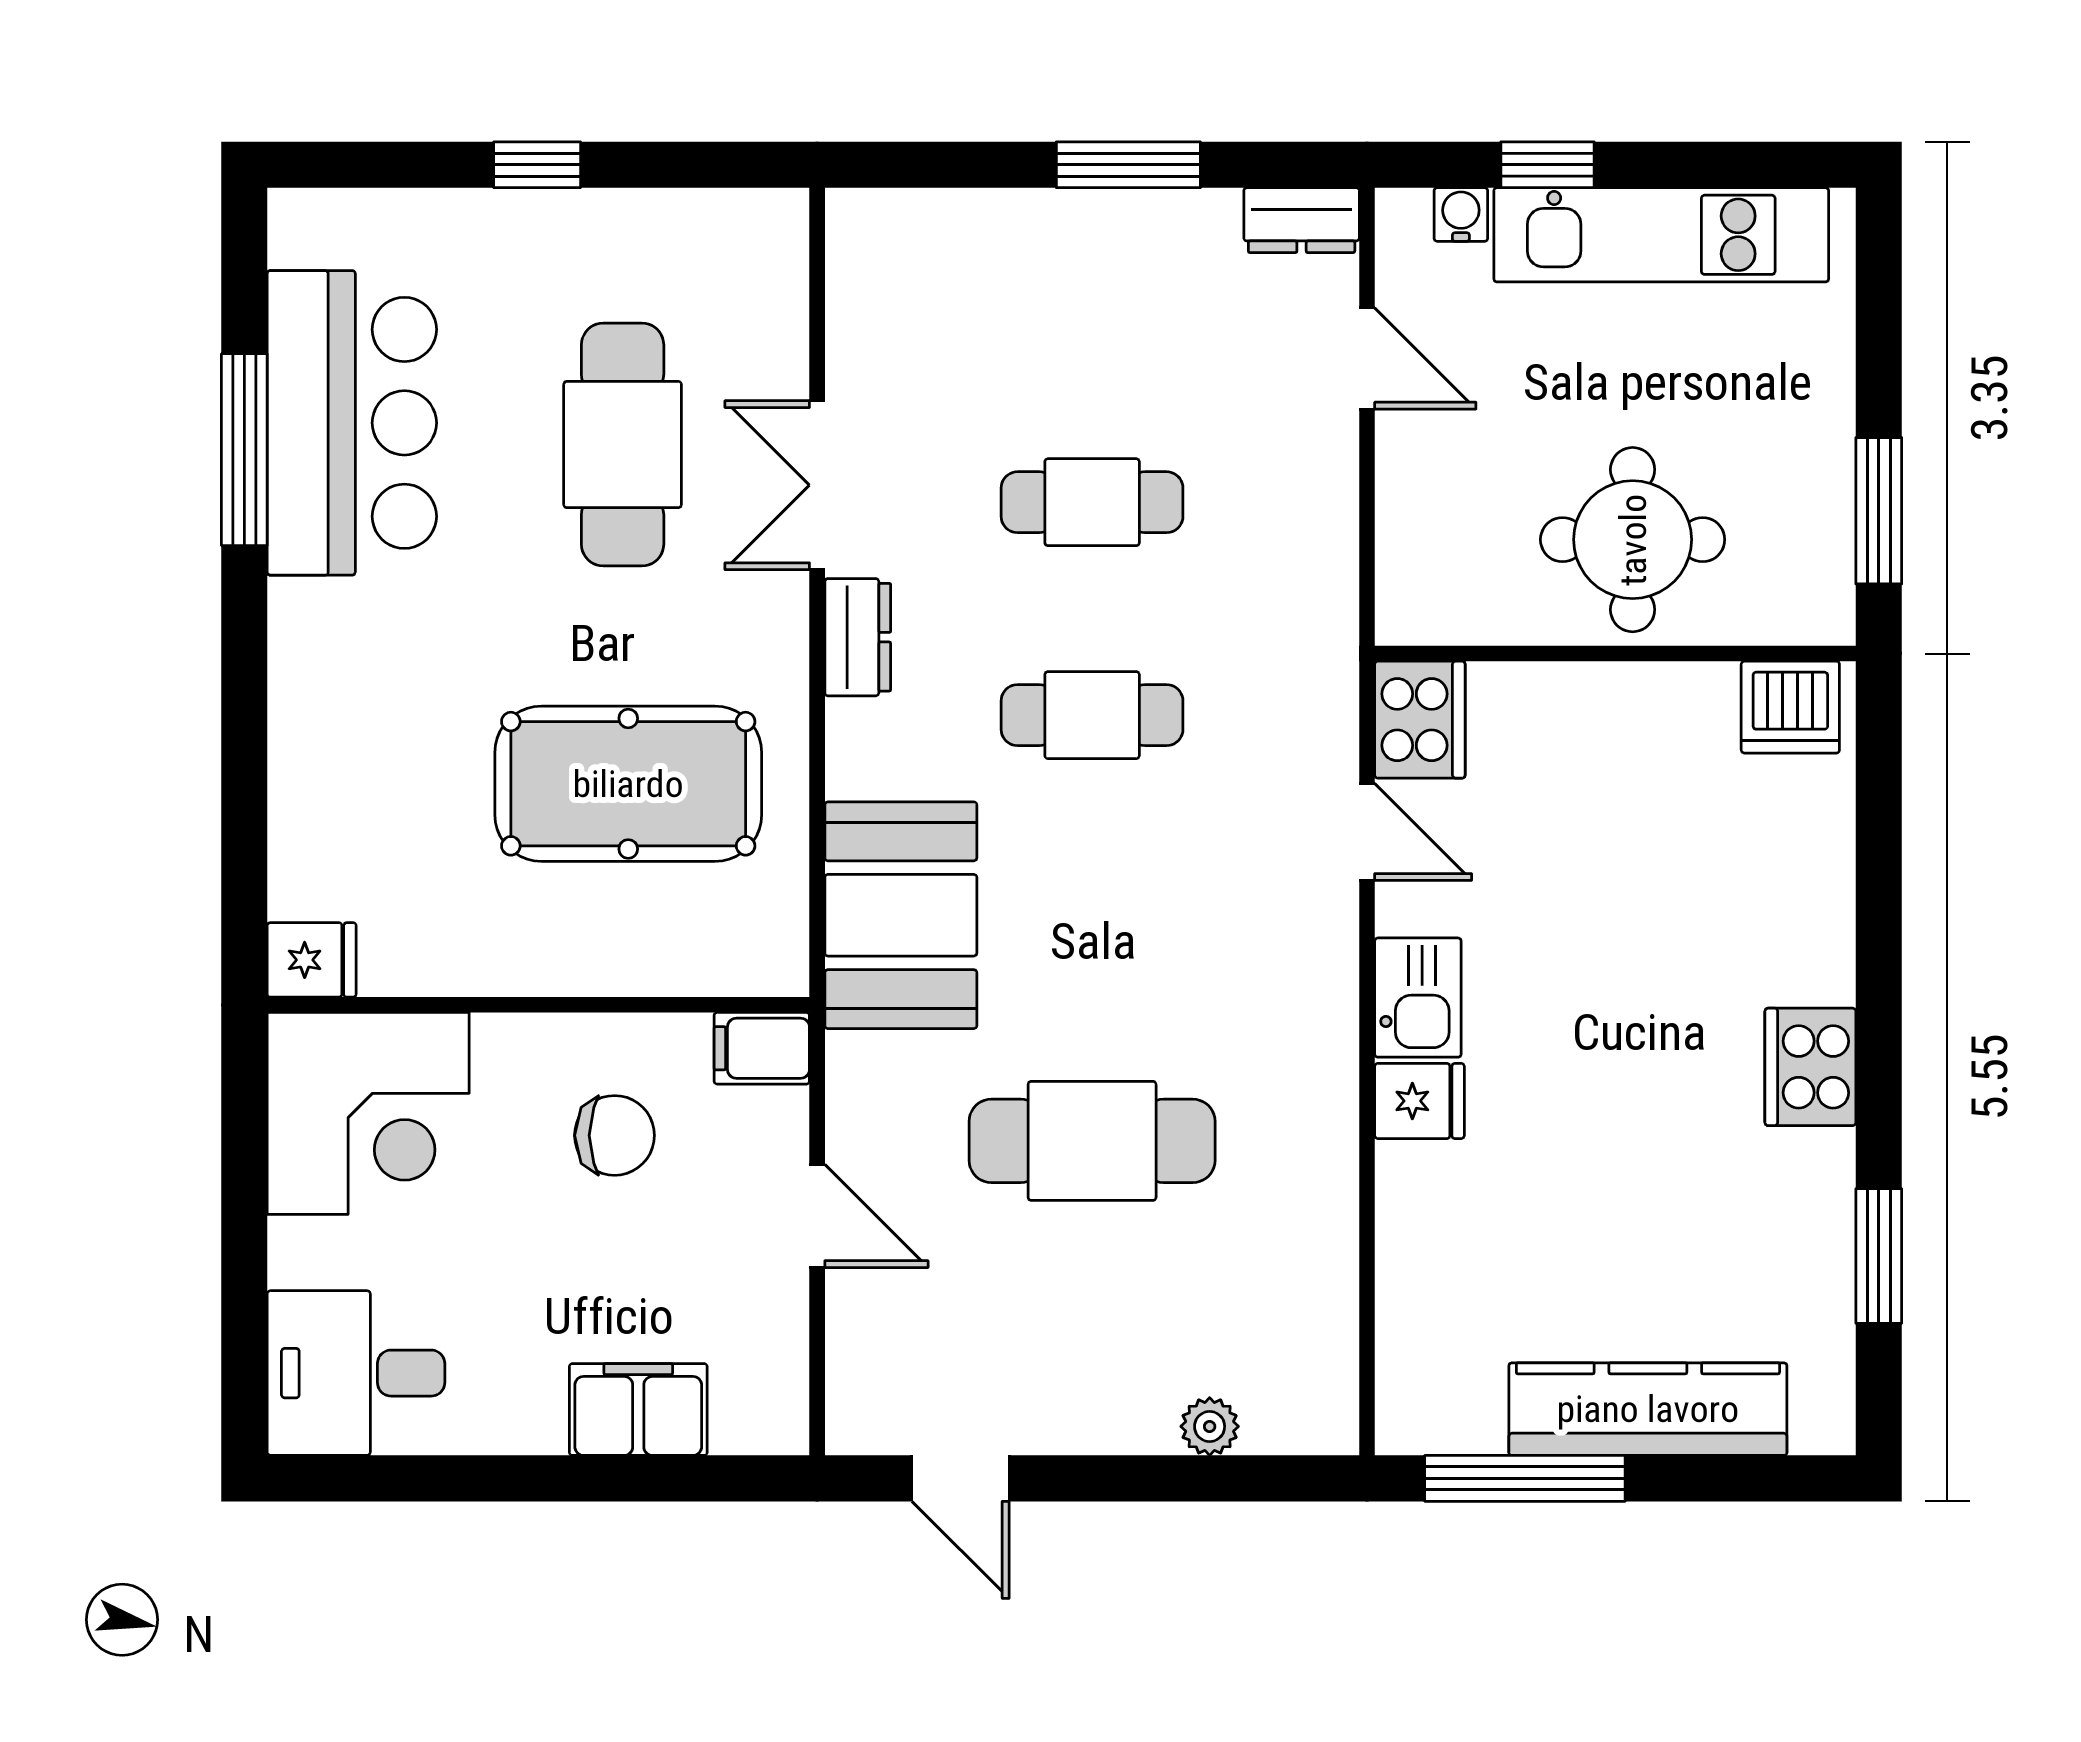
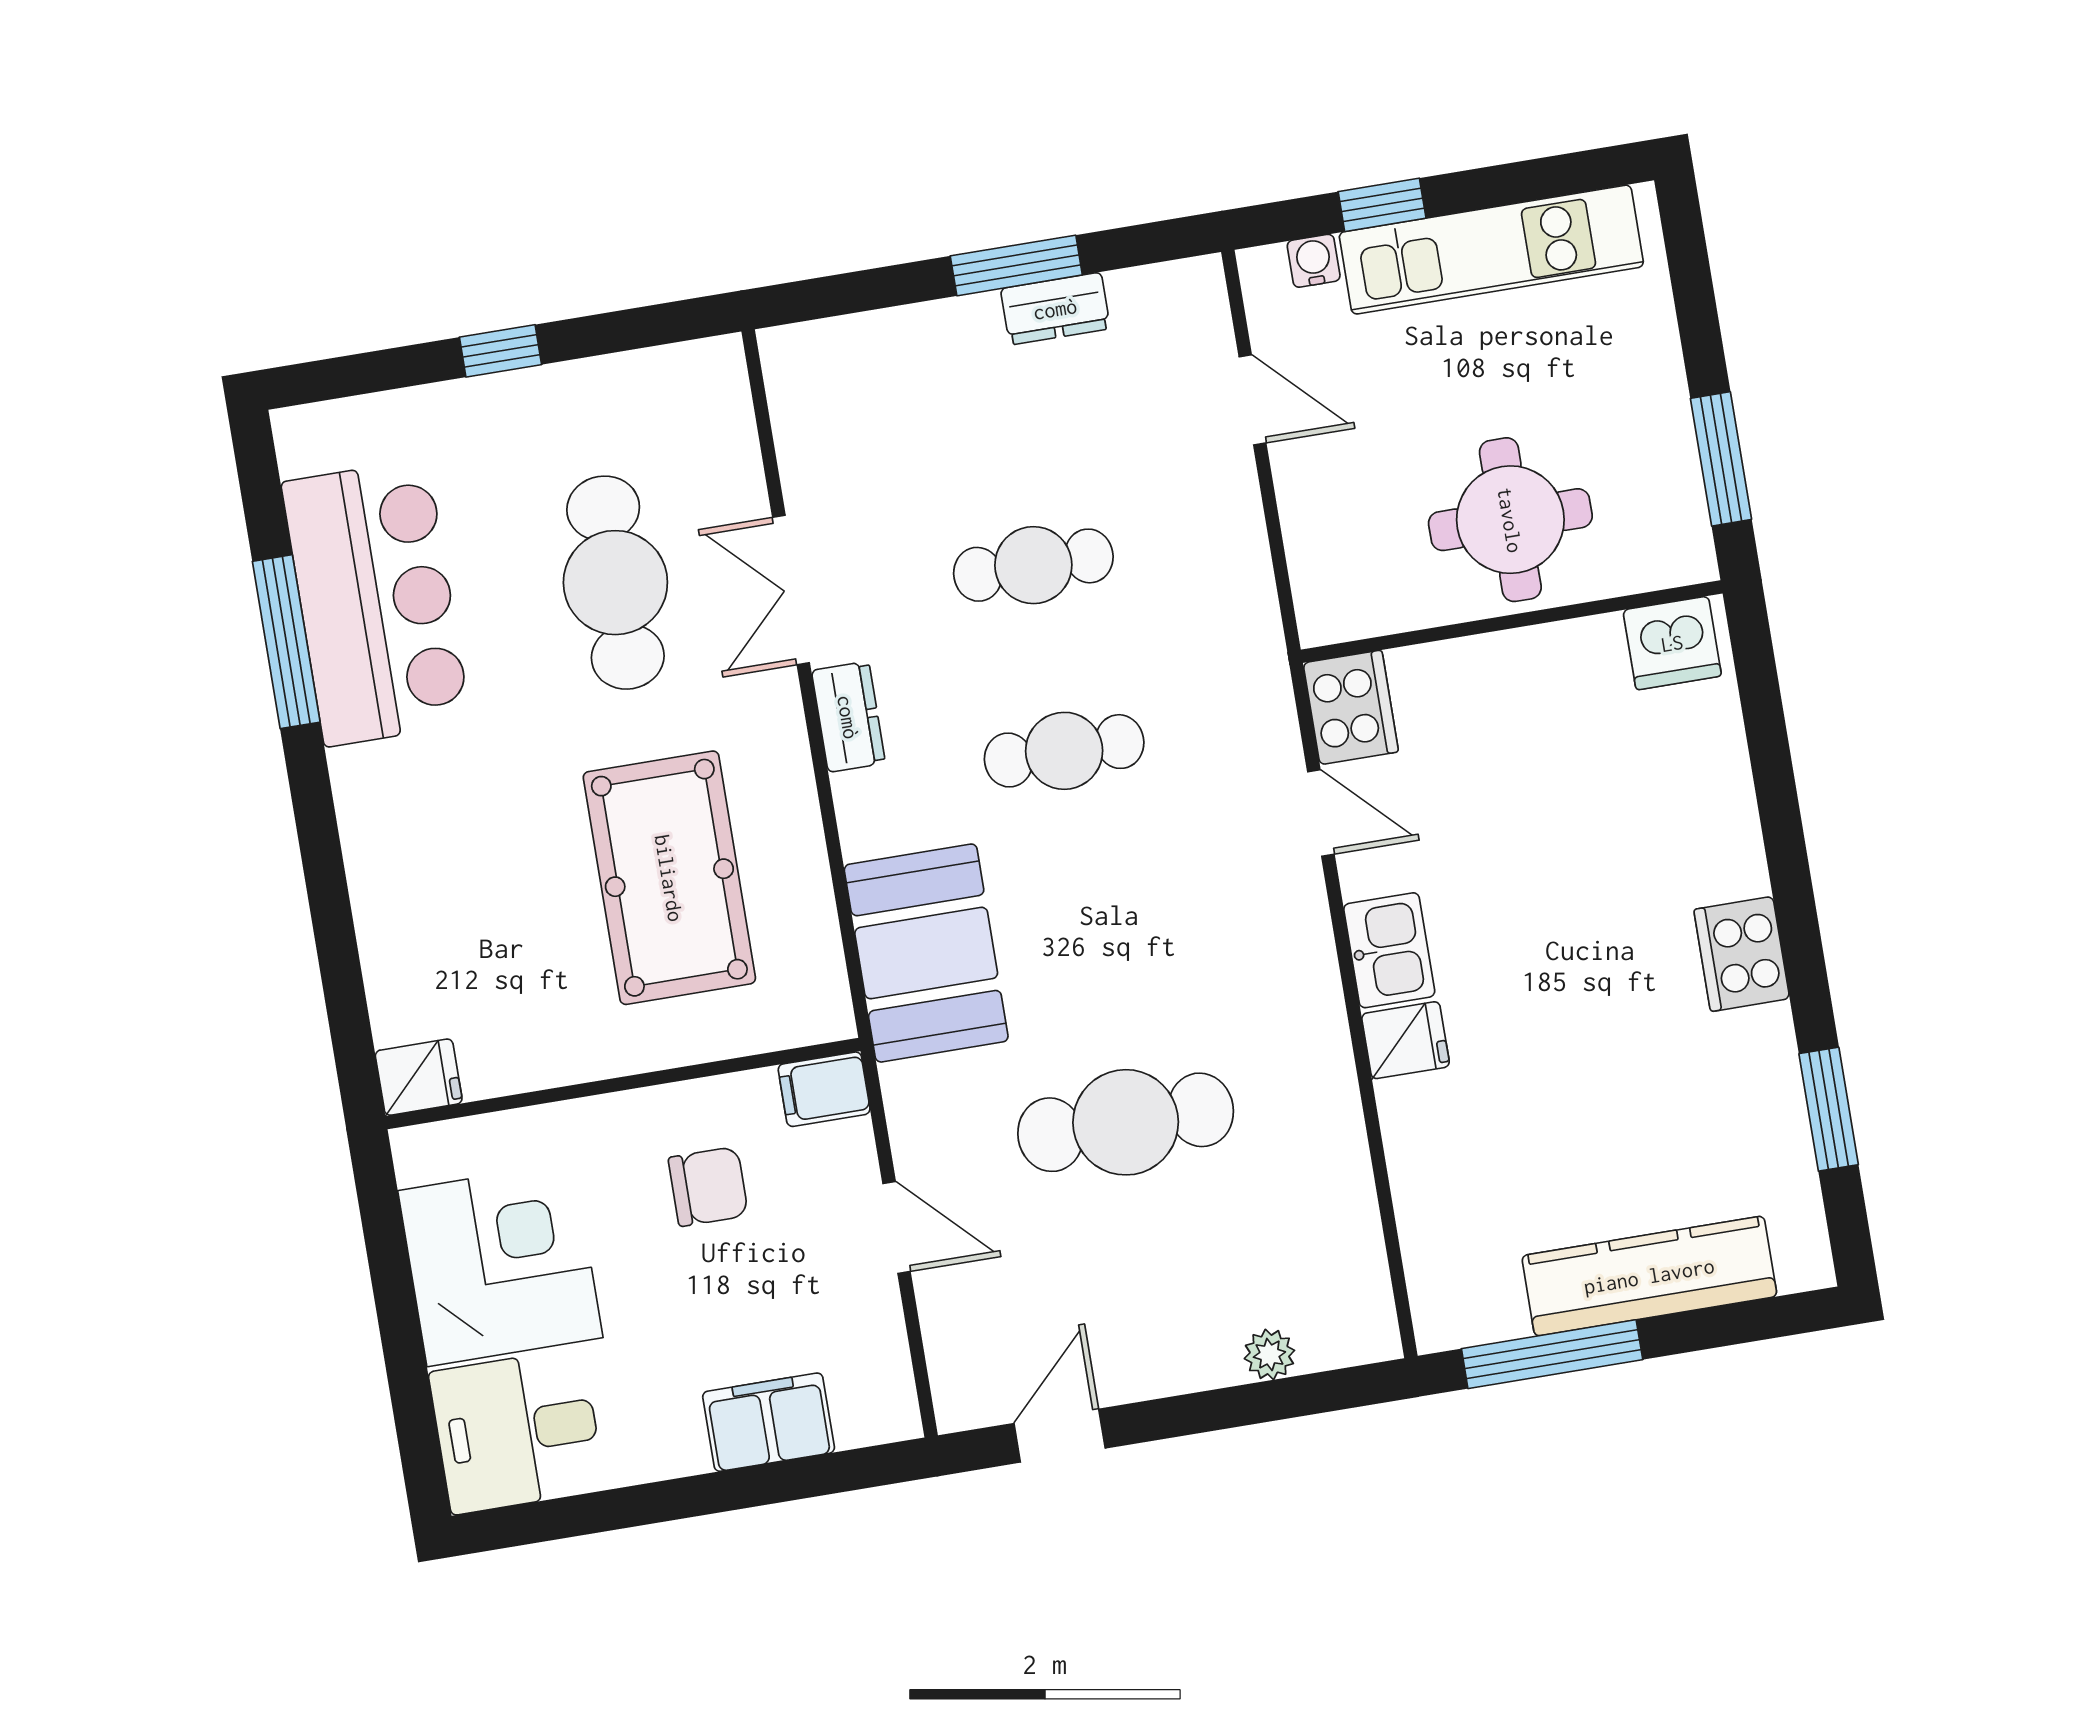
dresser: (1302, 220) -> (1055, 309), moved
pool table: (628, 784) -> (669, 878), turned 90
corner desk: (368, 1113) -> (500, 1264), moved, turned -90
door: (960, 1478) -> (1060, 1436), swing flipped

